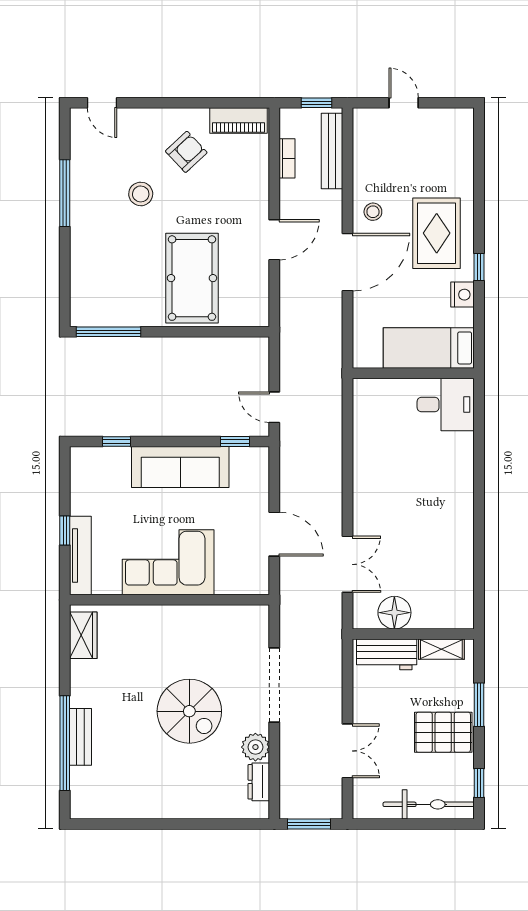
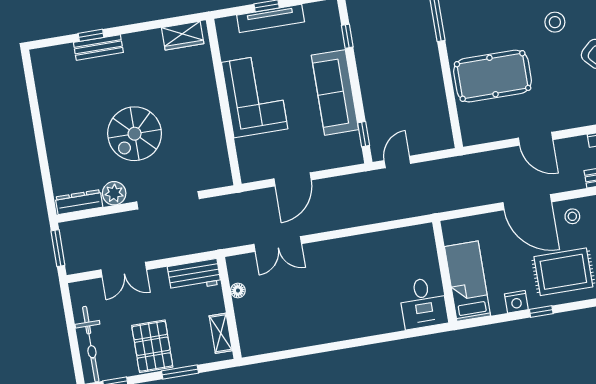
tv unit: (80, 556) -> (271, 18), moved
floor lamp: (394, 613) -> (238, 291), width x0.53, depth x0.53
workbench: (387, 654) -> (194, 275), moved, turned -90
window: (65, 743) -> (91, 35), width x0.32
dresser: (259, 782) -> (79, 202), width x1.44

